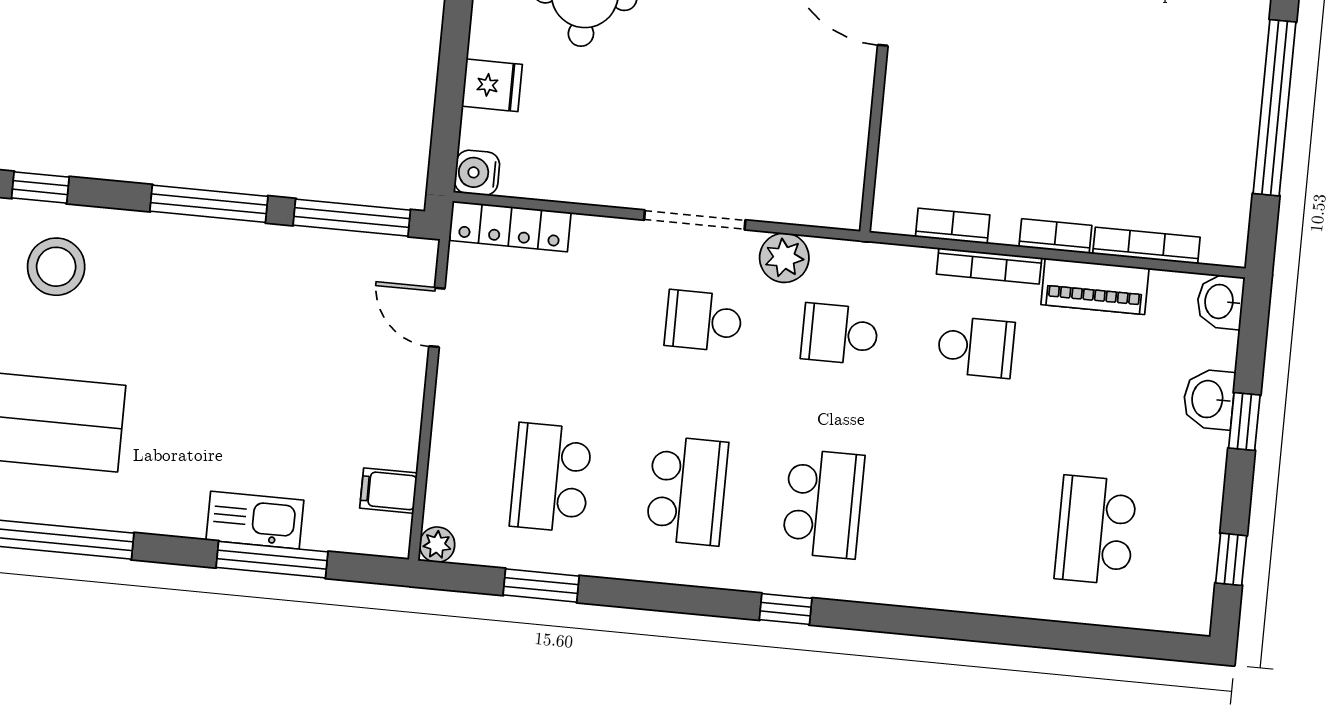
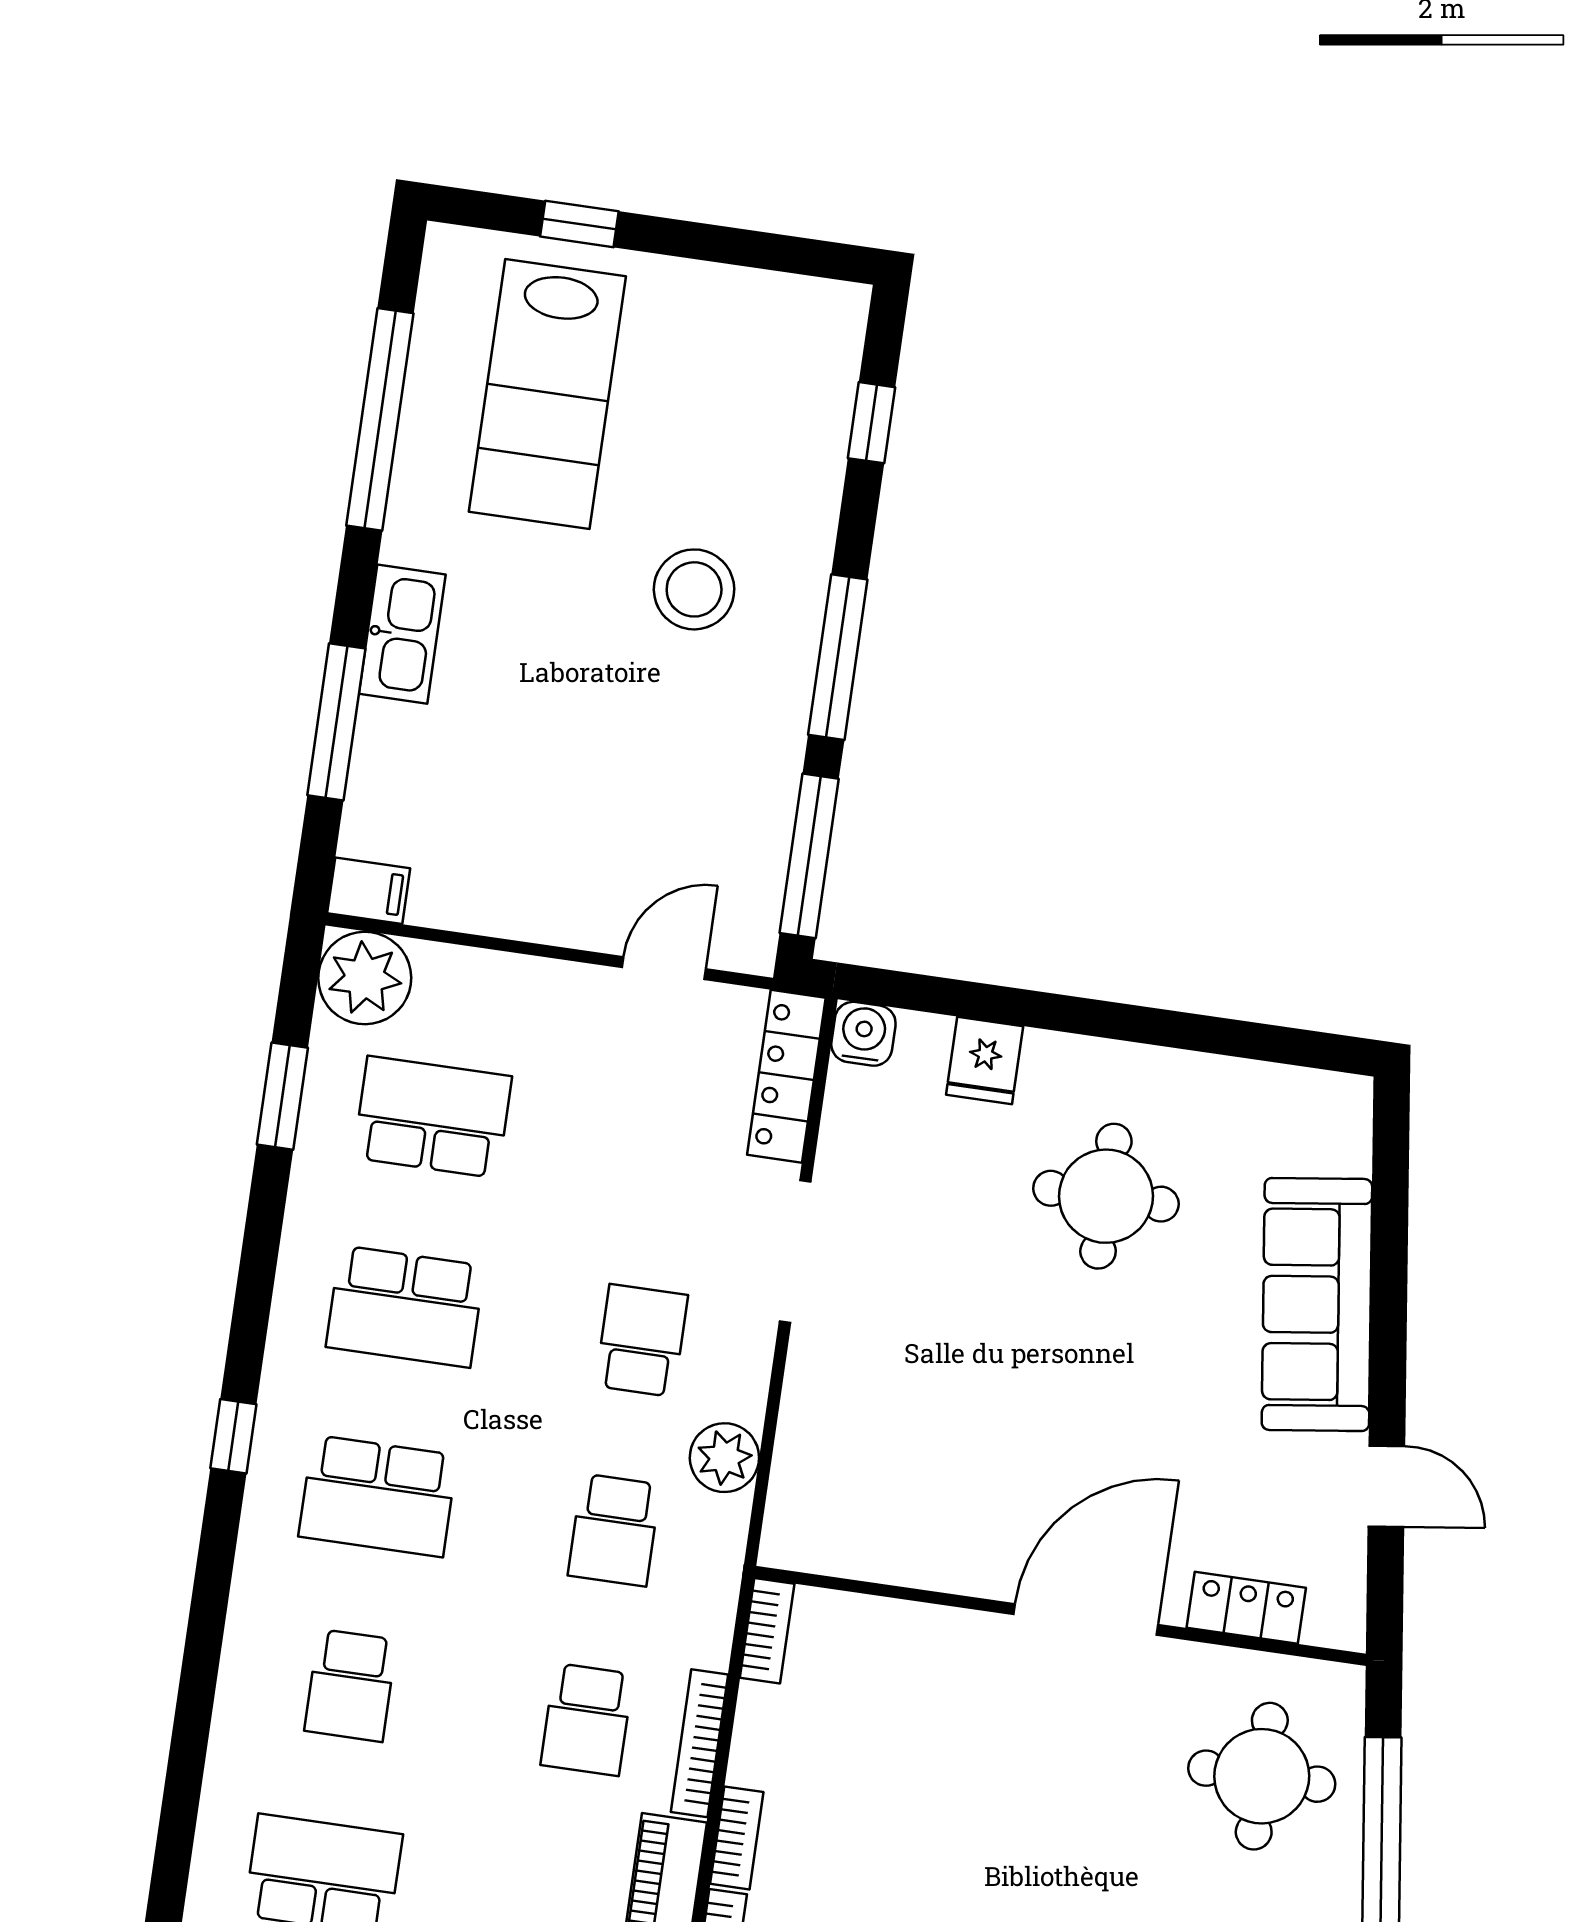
doorway: (695, 220) -> (795, 1252), moved
bookcase: (953, 226) -> (767, 1631), moved
stool: (56, 267) -> (694, 589), moved
school desk: (840, 334) -> (614, 1530), turned 180
filing cabinet: (389, 491) -> (369, 891), moved, turned 90
school desk: (960, 517) -> (351, 1685), added
kitchen sink: (255, 520) -> (402, 634), moved
plant: (437, 545) -> (365, 978), width x1.87, depth x1.87

